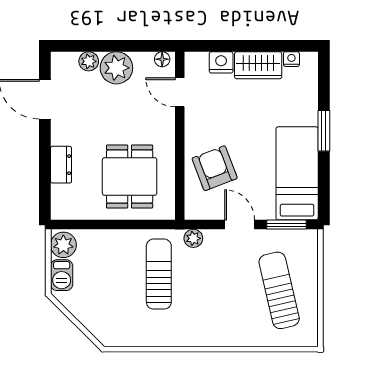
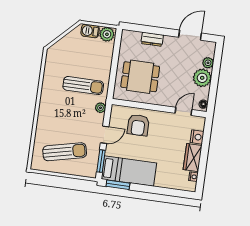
window: (324, 131) -> (118, 185), moved
armchair: (215, 168) -> (138, 125), turned 111

